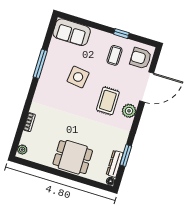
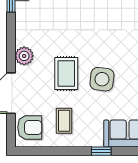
window: (121, 34) -> (101, 151), moved
rug: (108, 101) -> (66, 74), moved

